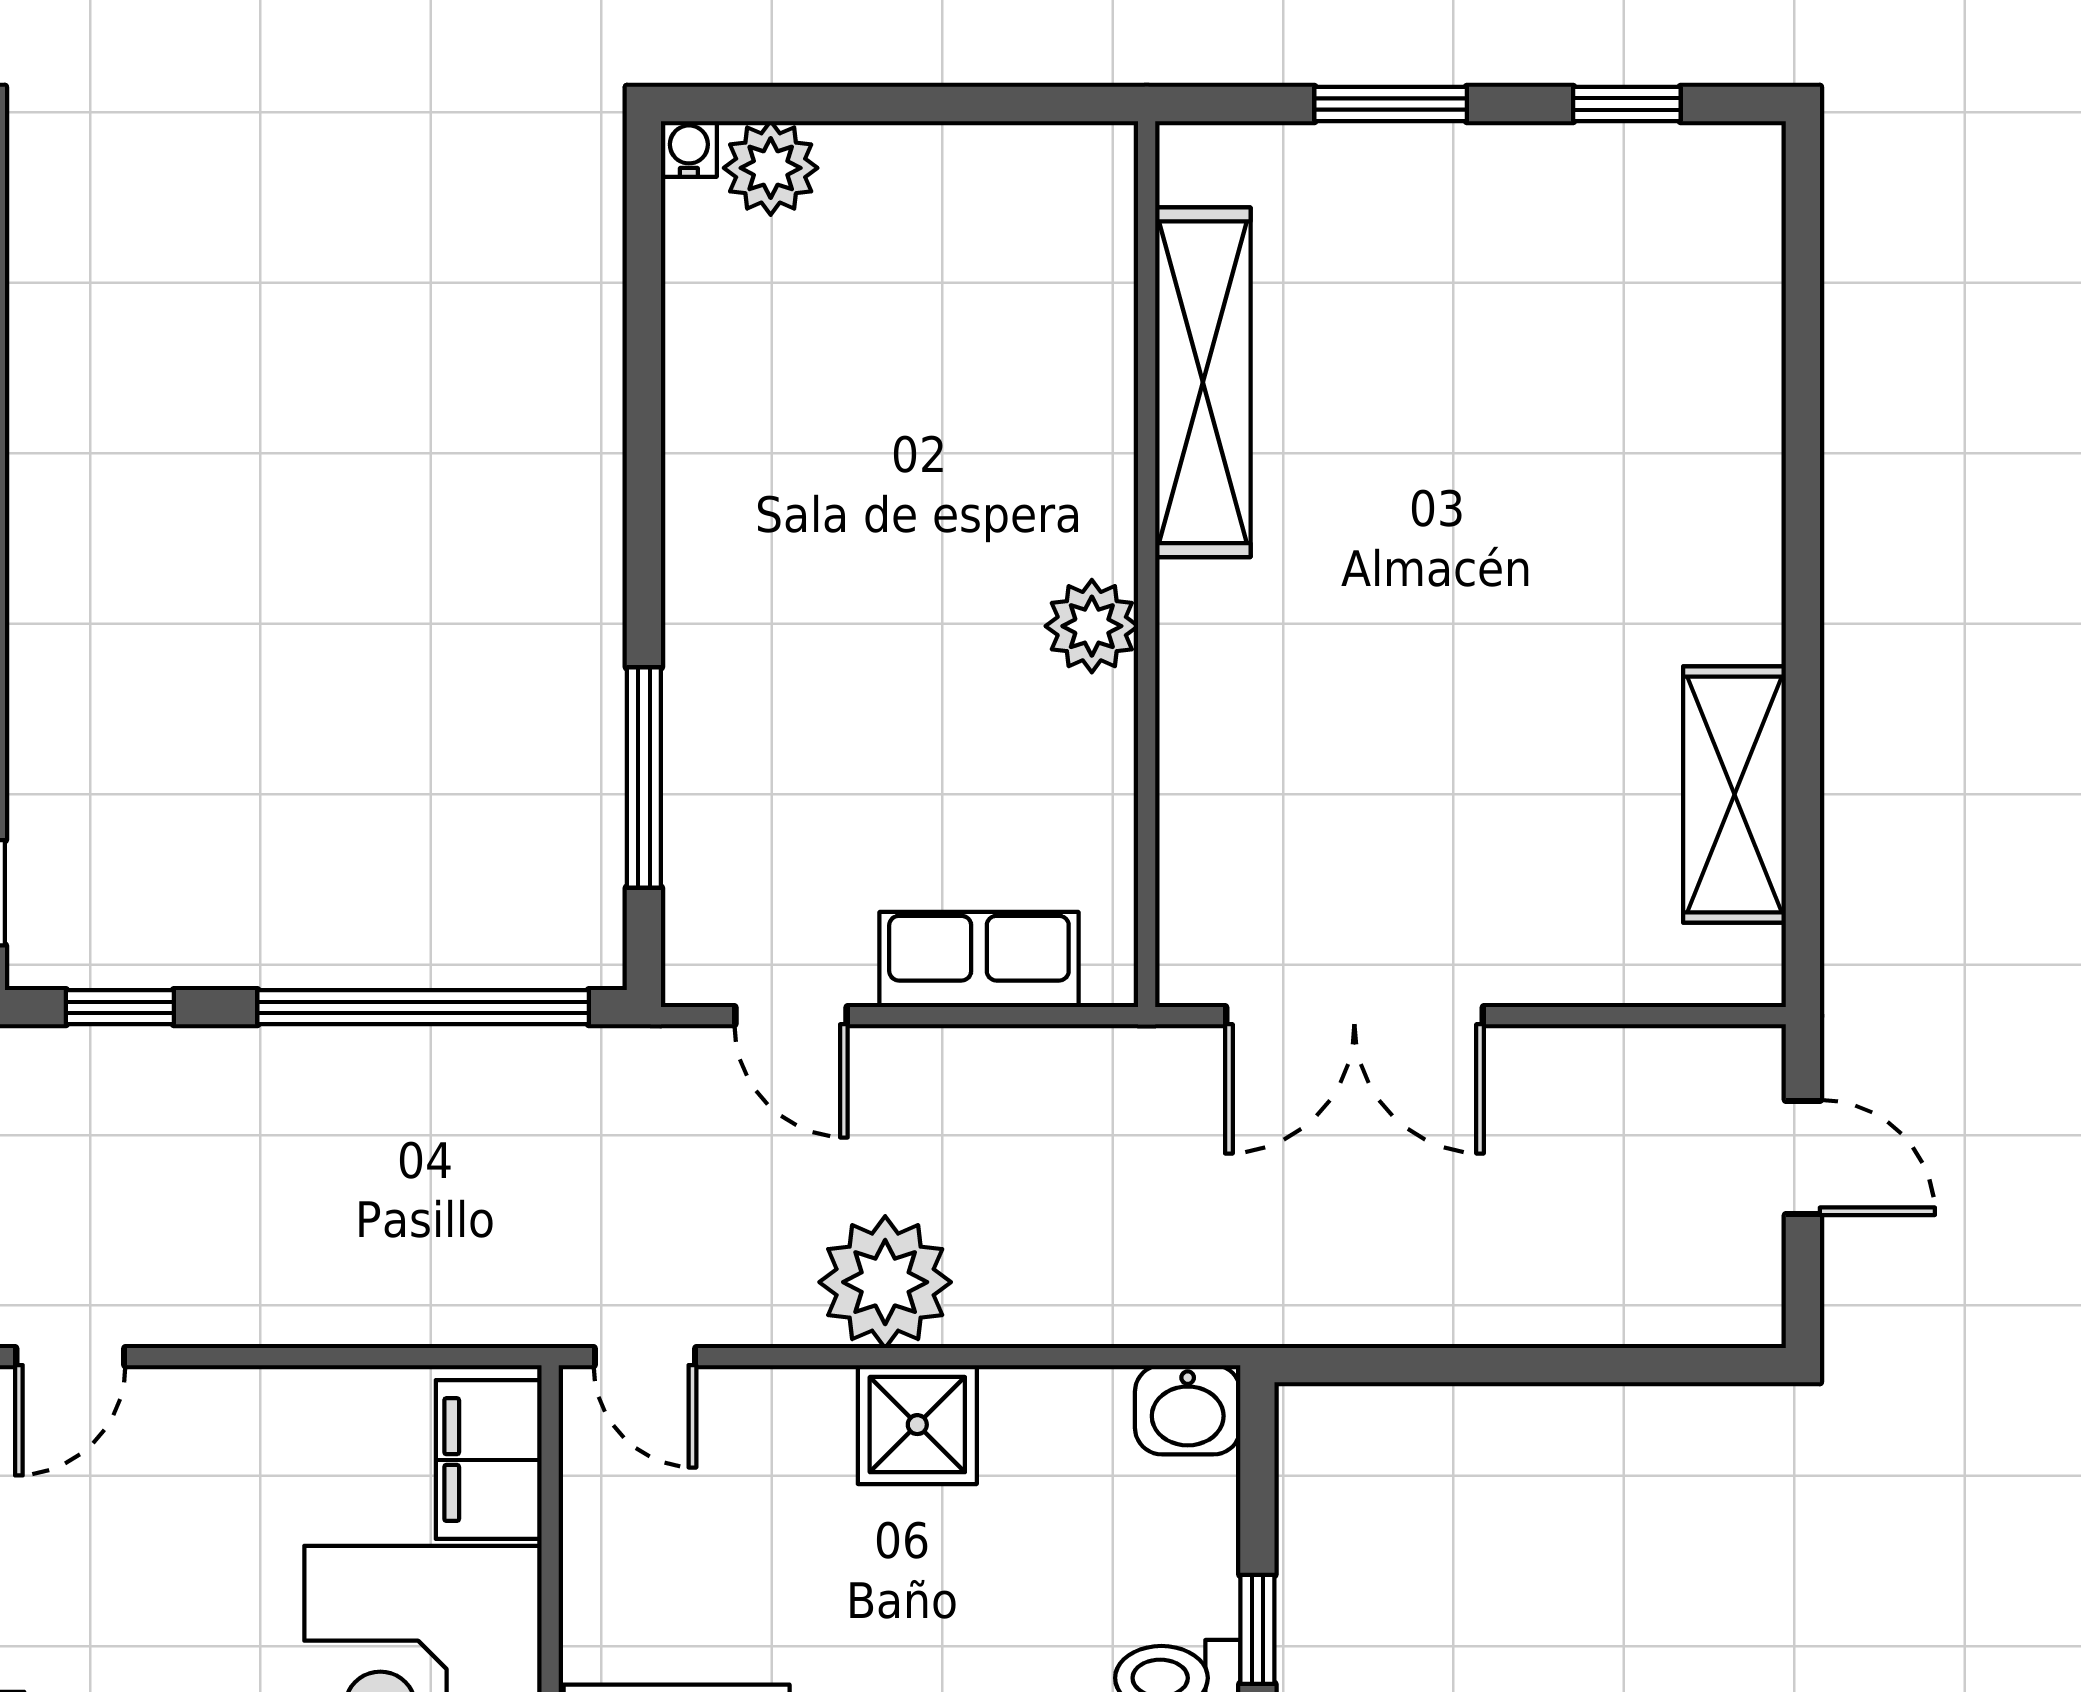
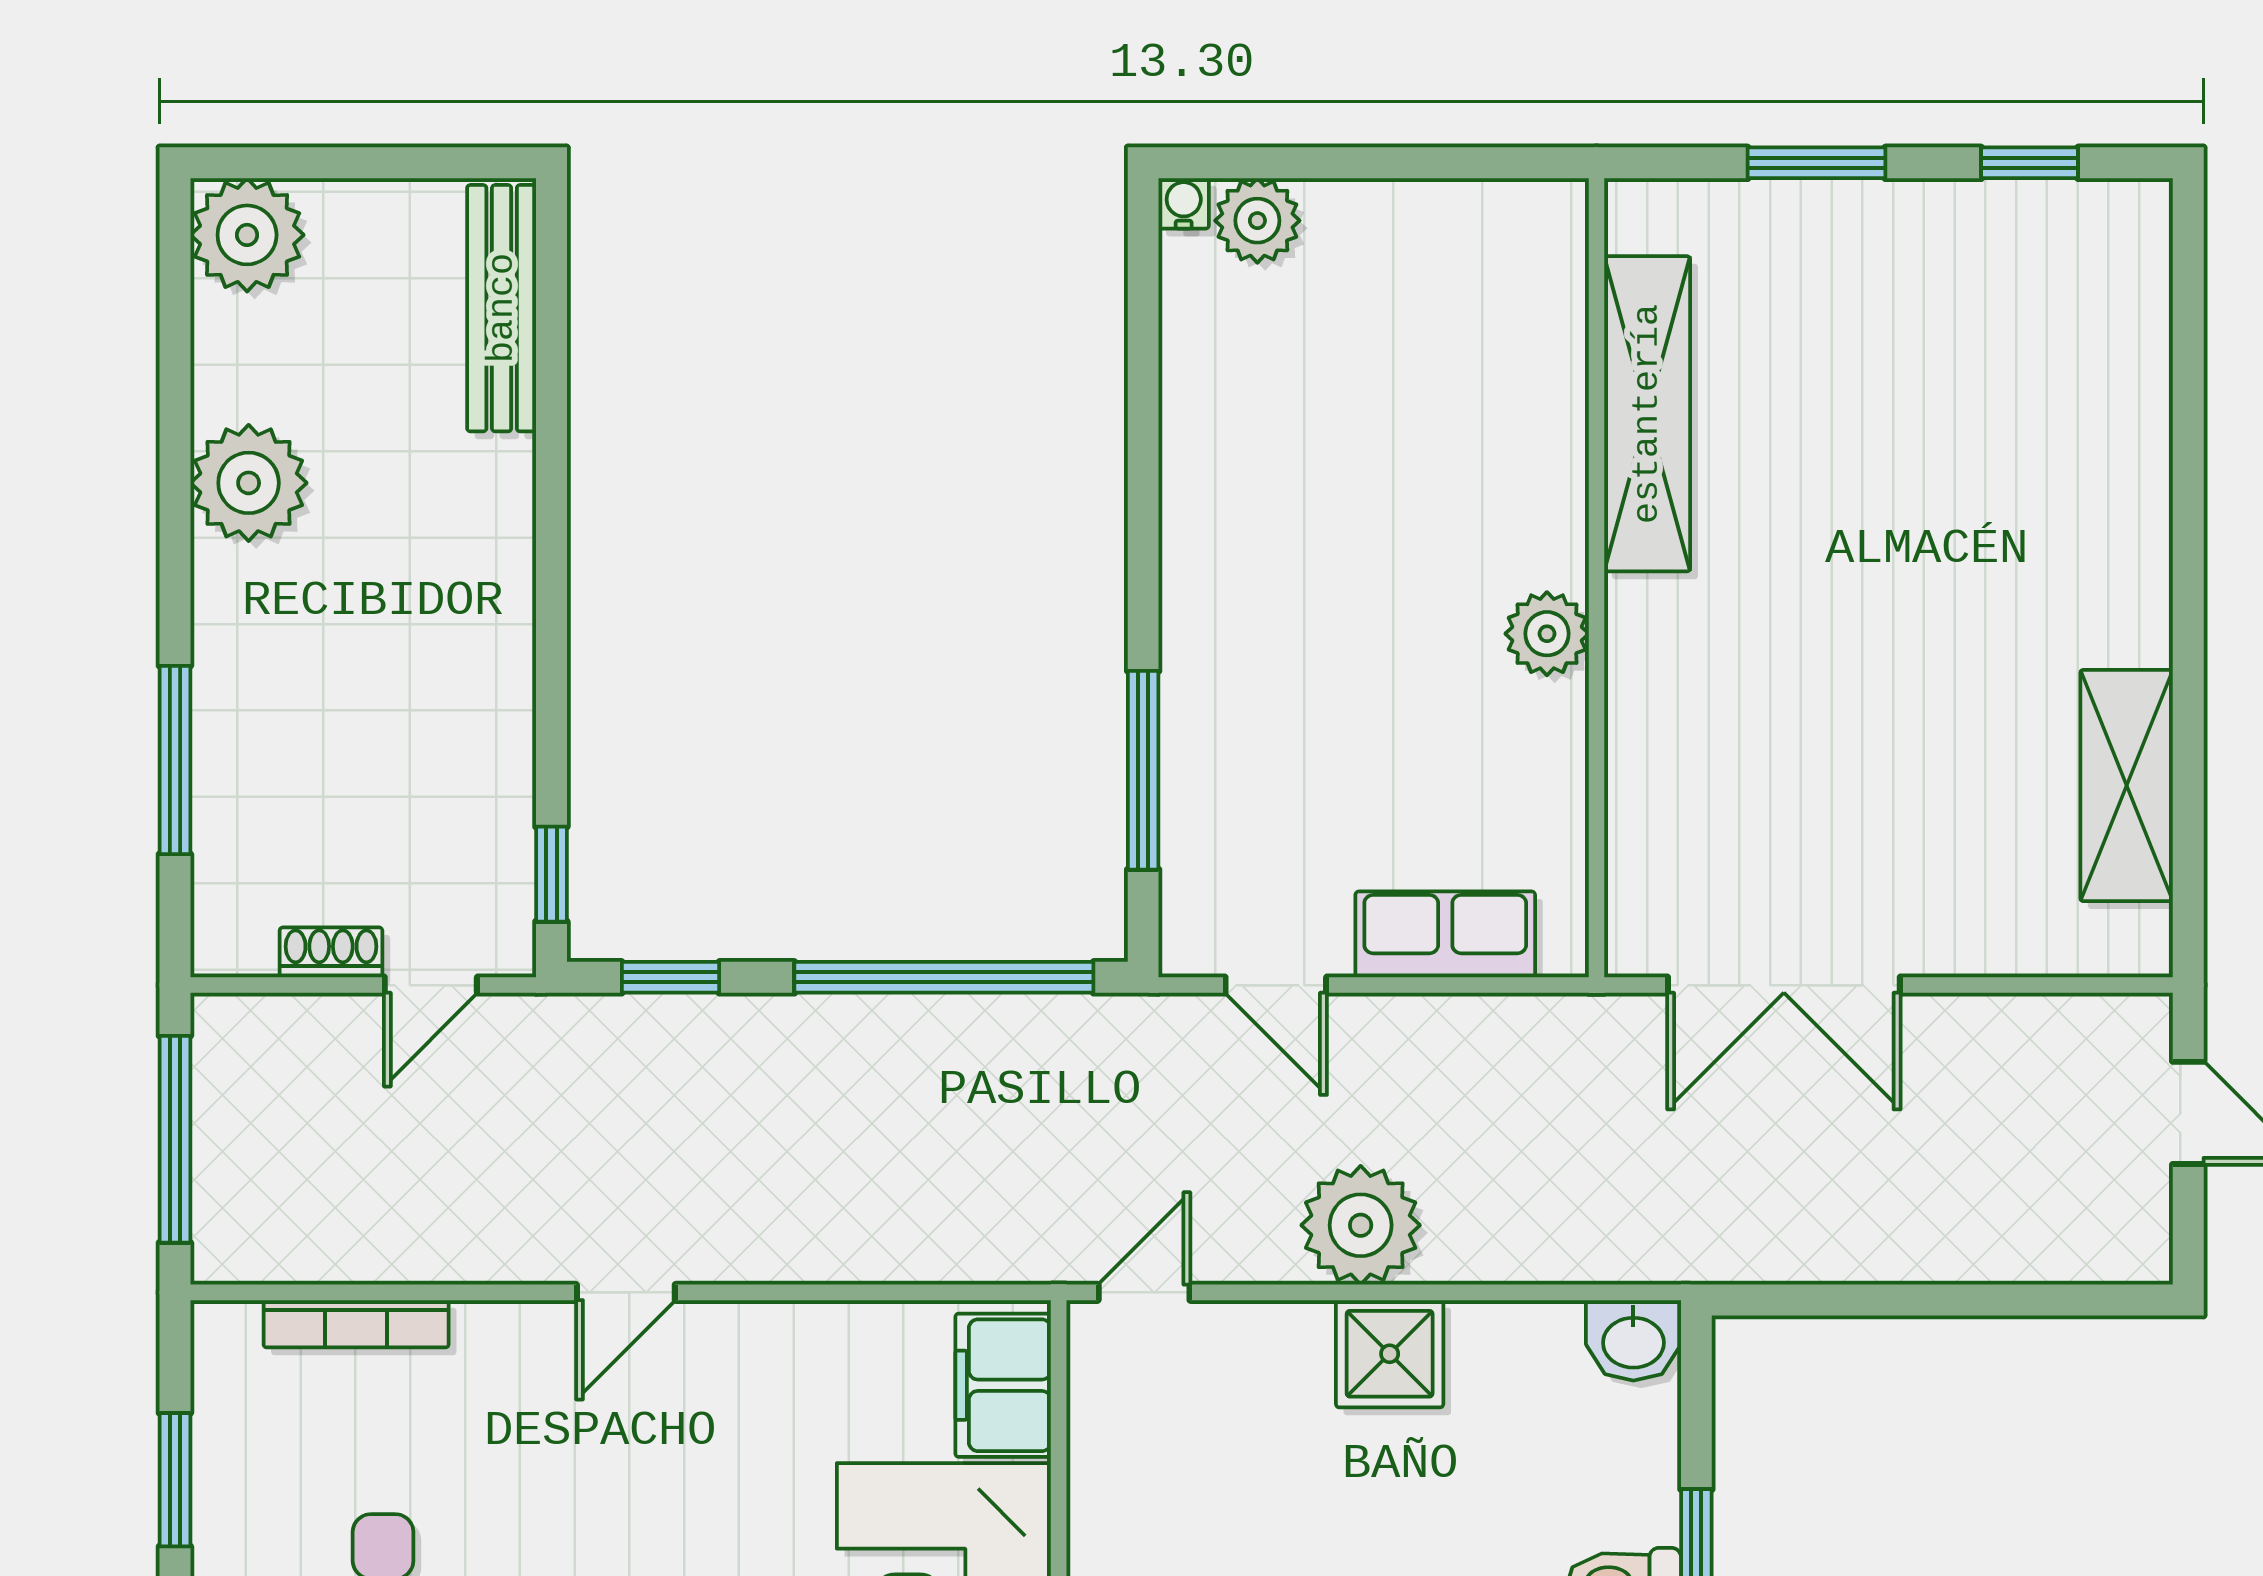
door: (645, 1357) -> (1144, 1292), swing flipped

